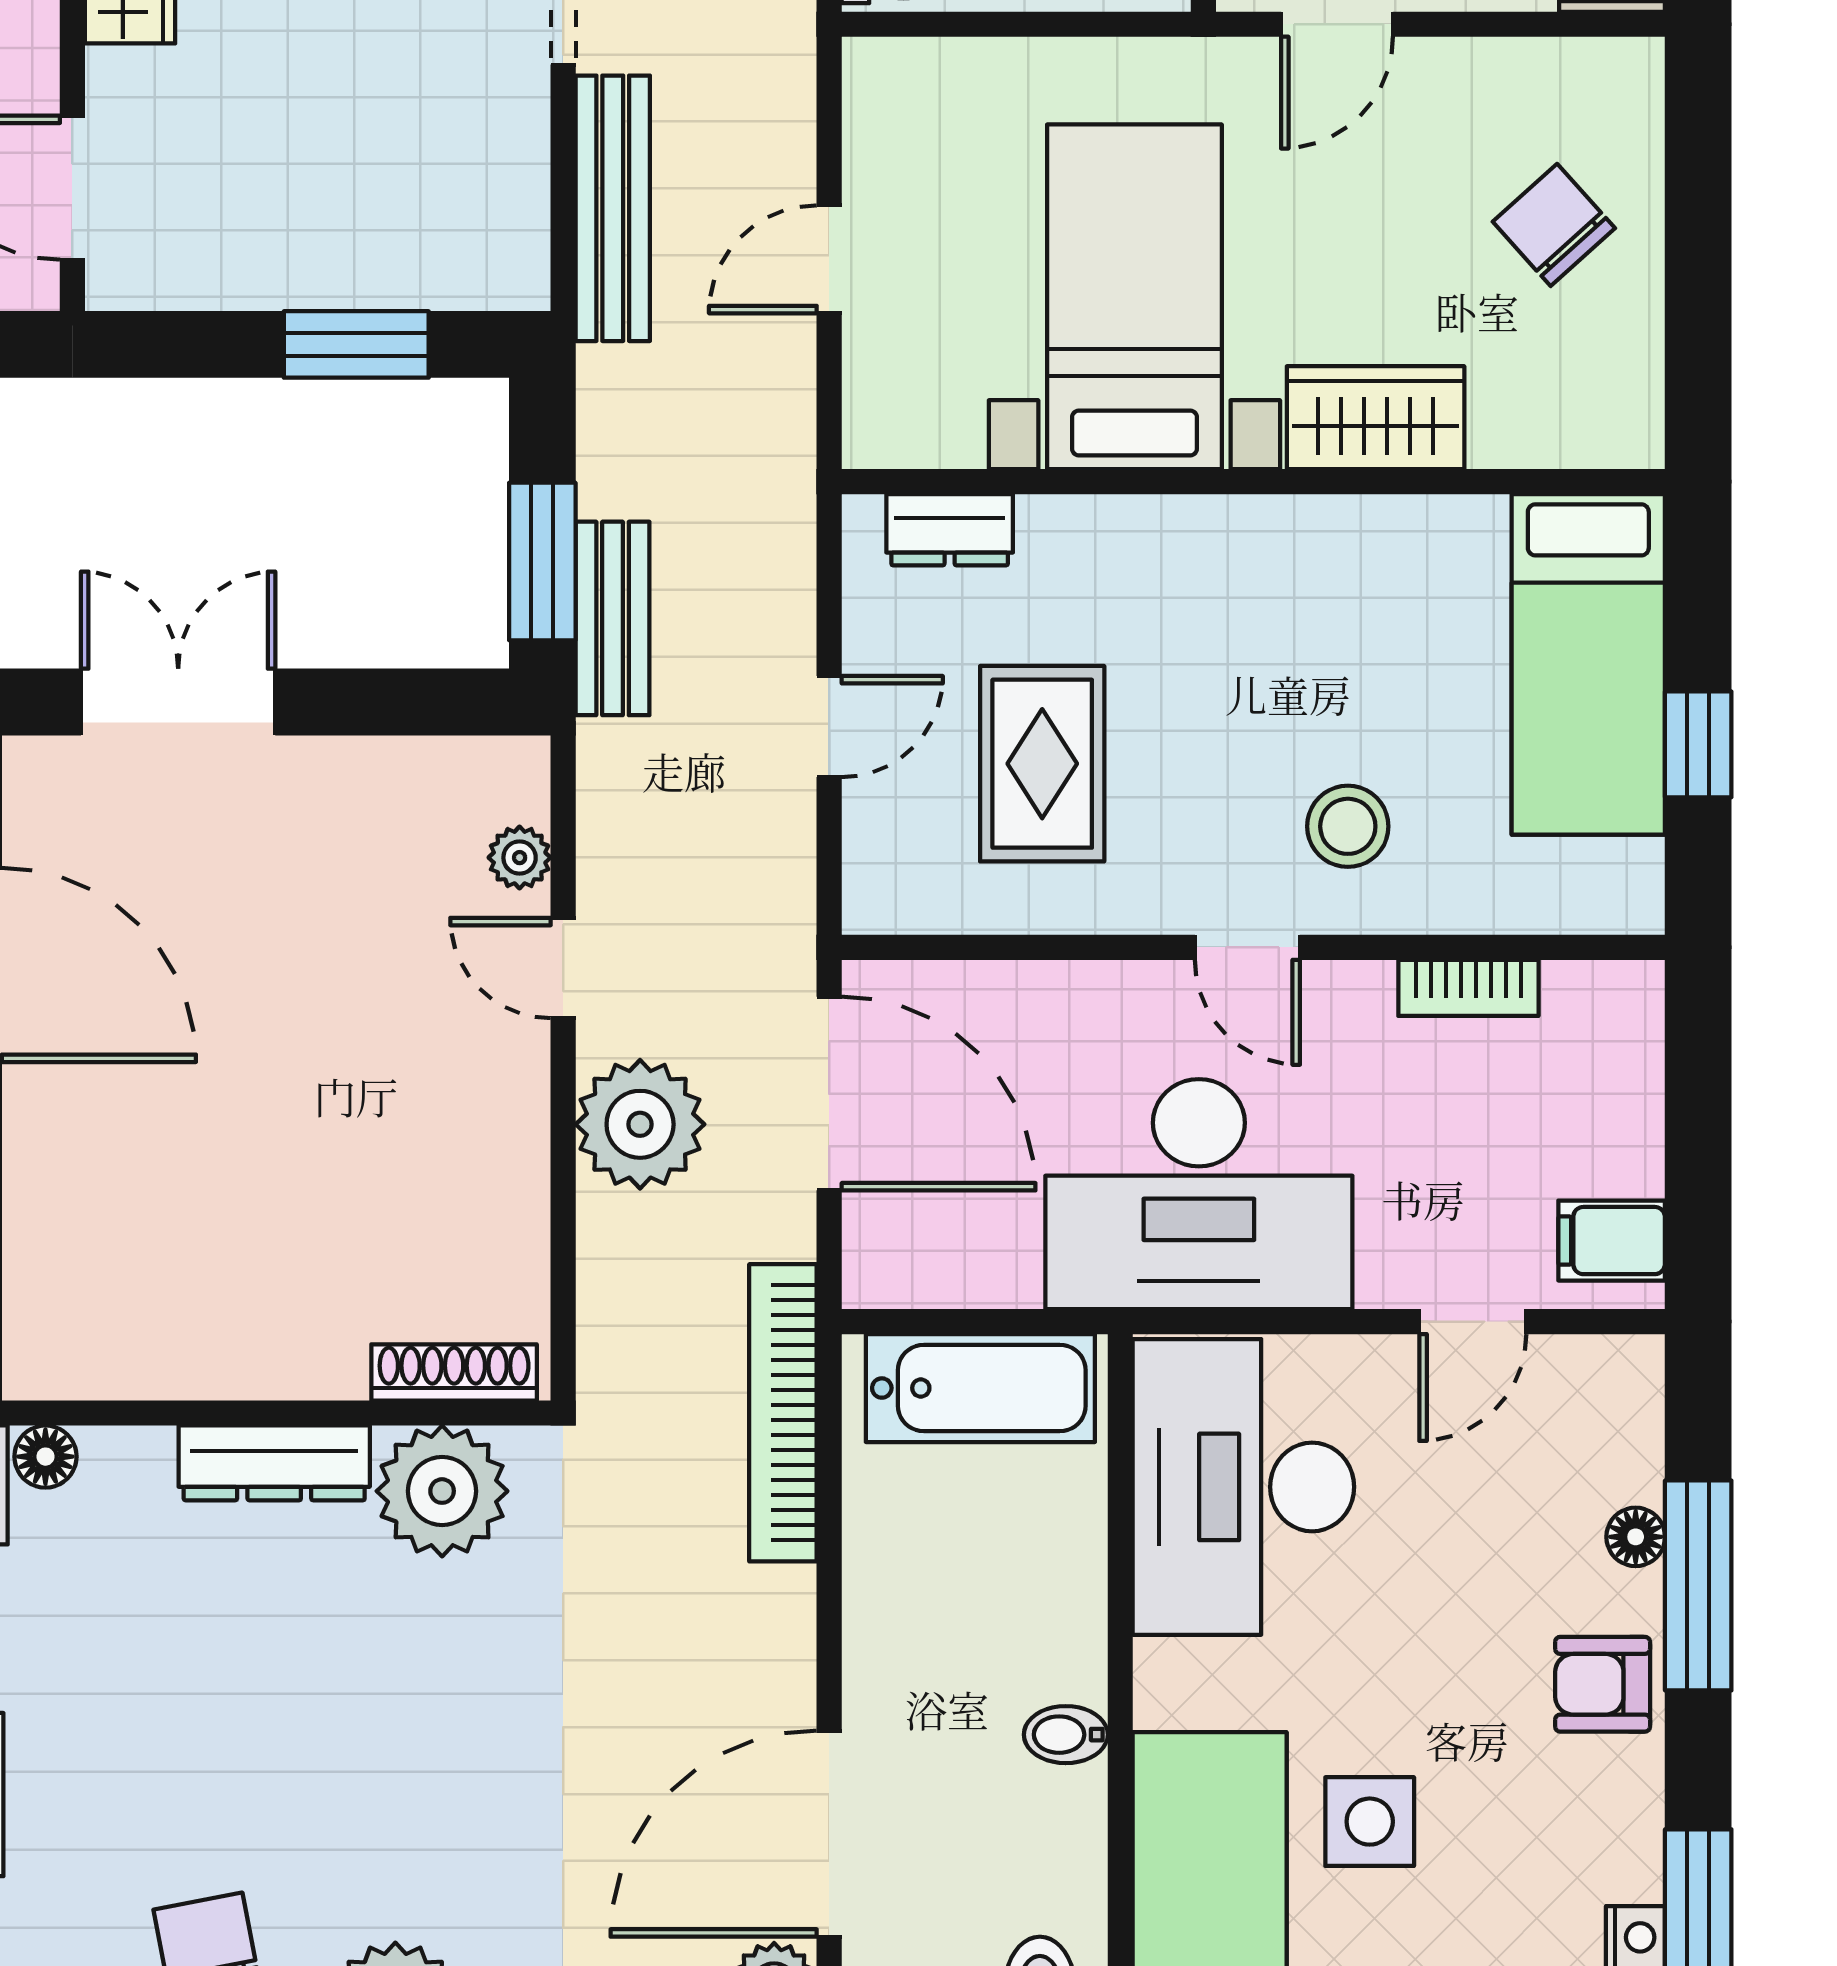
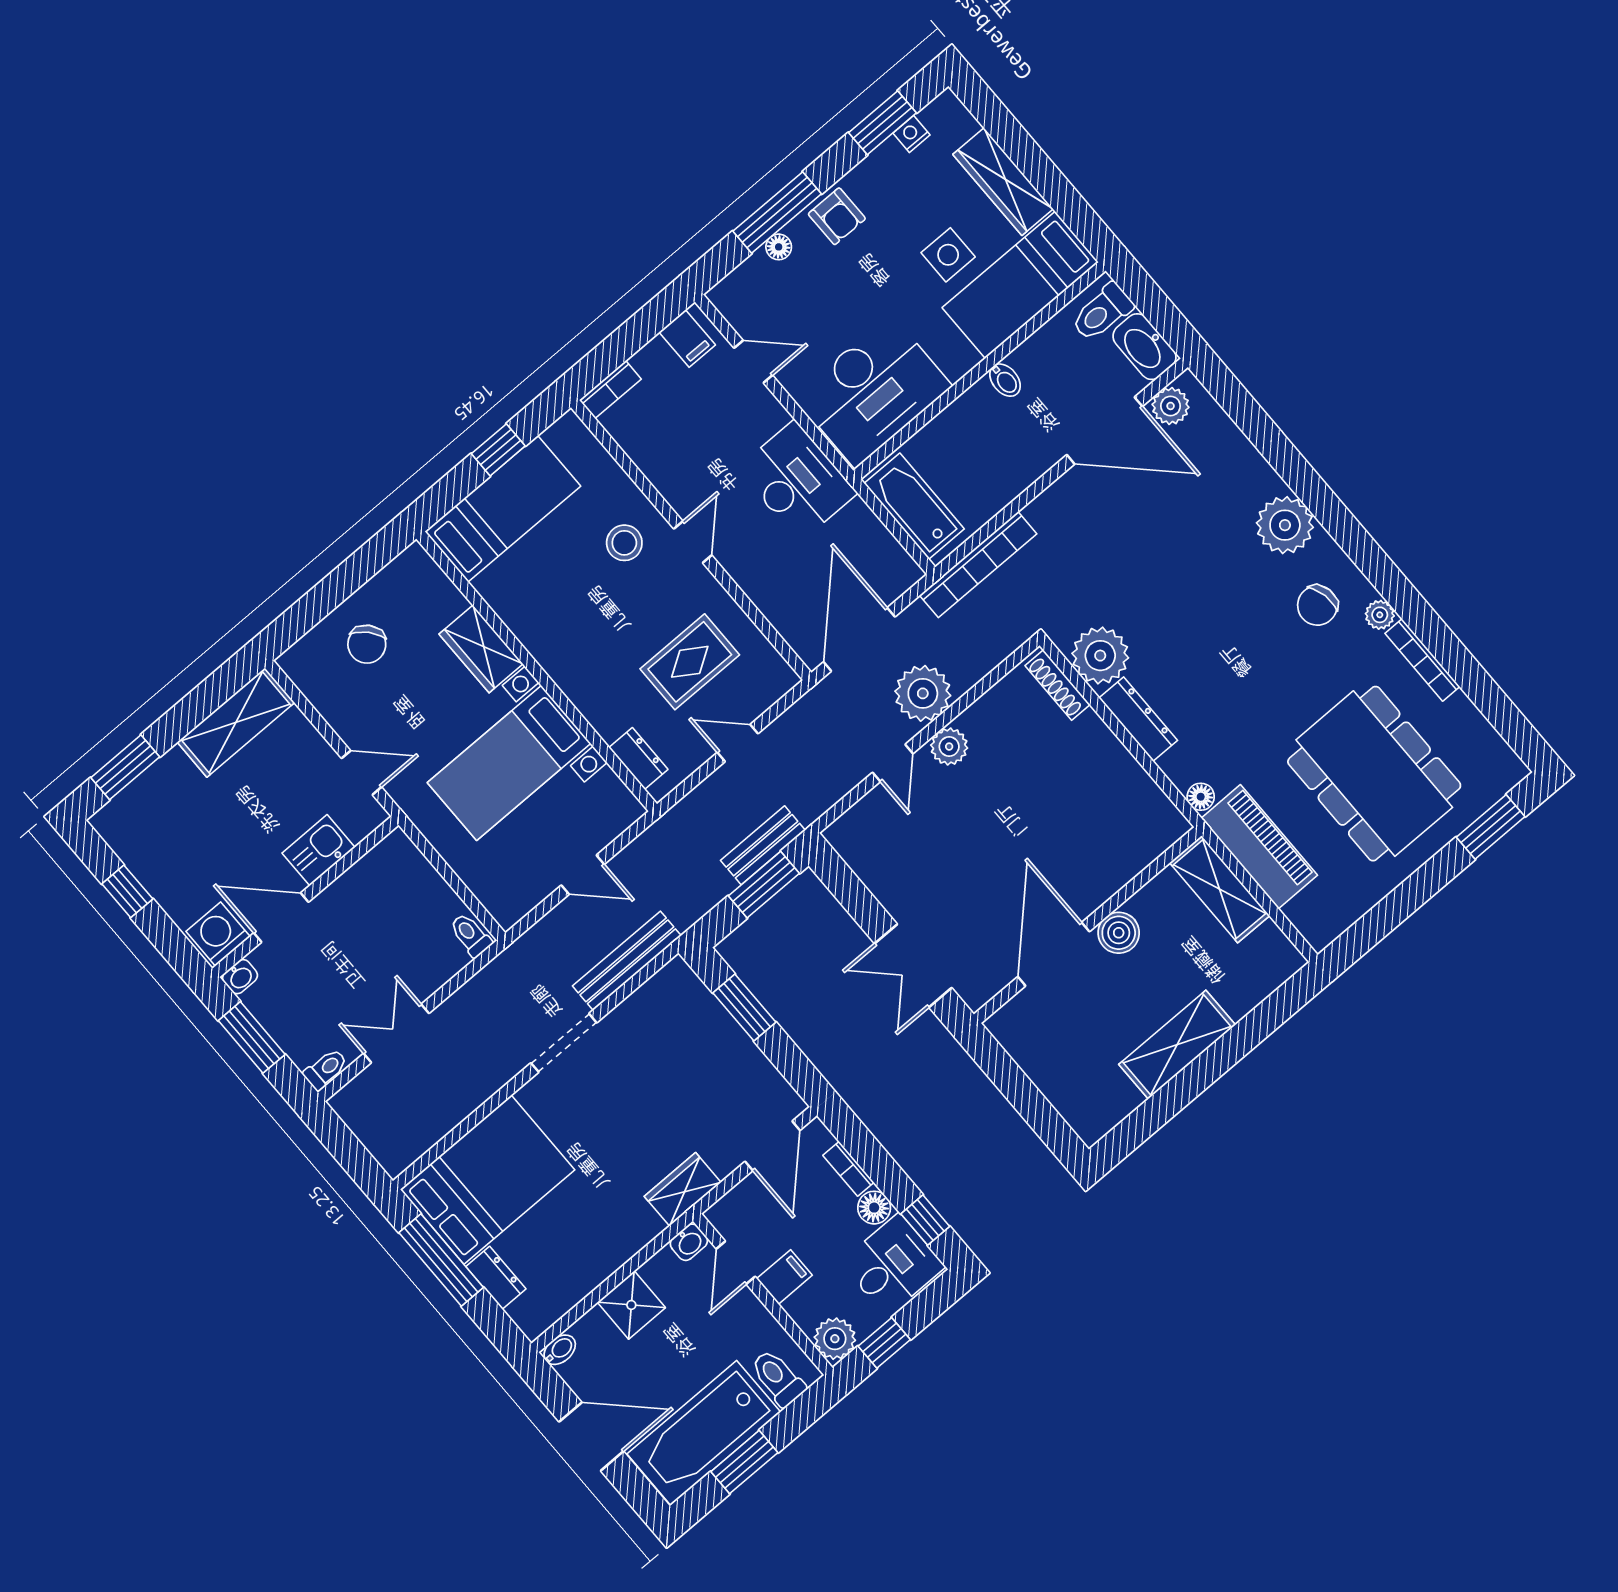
plant: (520, 858) -> (949, 747), moved, width x1.38, depth x1.38
bookcase: (1468, 988) -> (610, 390), moved, turned 90
desk: (1199, 1194) -> (797, 481), width x0.73, depth x0.77

